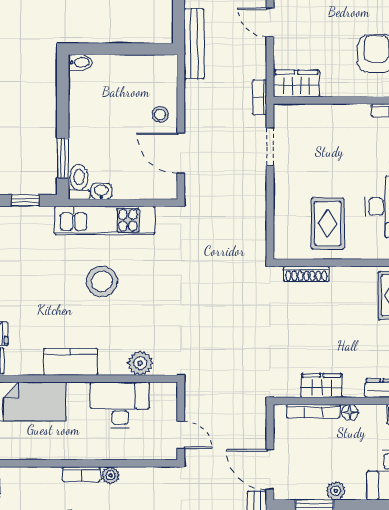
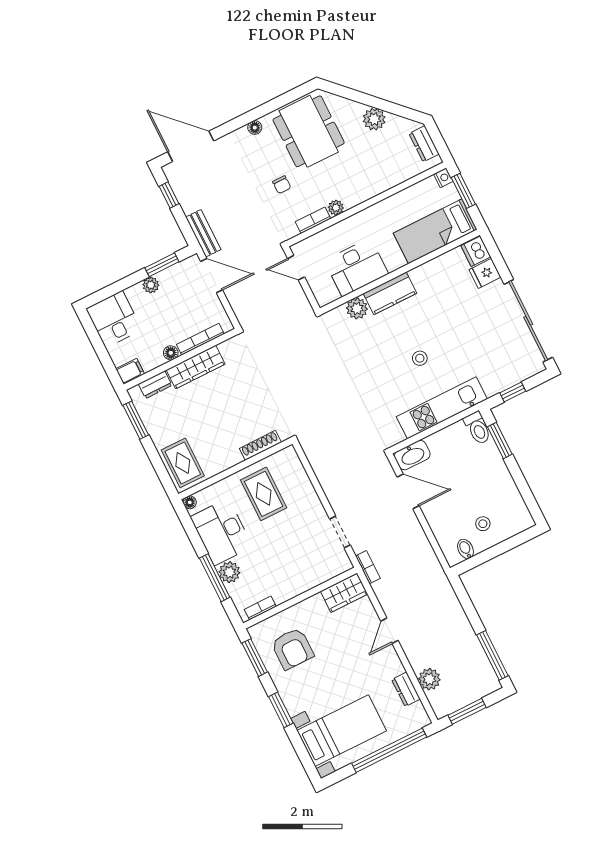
door: (270, 22) -> (389, 631), swing flipped
bench: (194, 44) -> (441, 584), removed
bidet: (80, 63) -> (466, 549), moved, turned 90
stool: (160, 114) -> (483, 524), moved
washbasin: (101, 191) -> (412, 455), moved, width x1.91, depth x1.45
stool: (102, 281) -> (420, 358), width x0.53, depth x0.53
kitchen counter: (71, 362) -> (390, 293), moved
wardrobe: (322, 386) -> (196, 367), width x1.50
bookcase: (81, 474) -> (313, 220), moved

